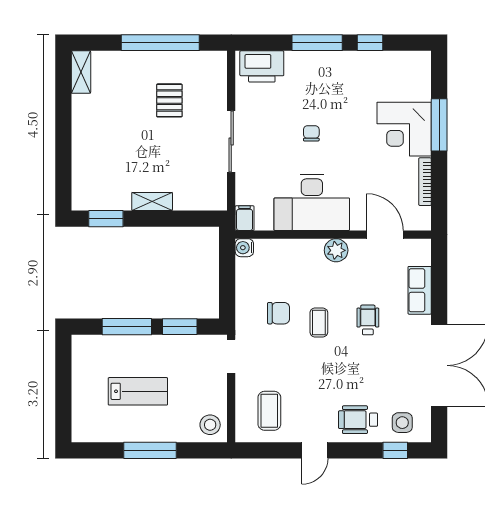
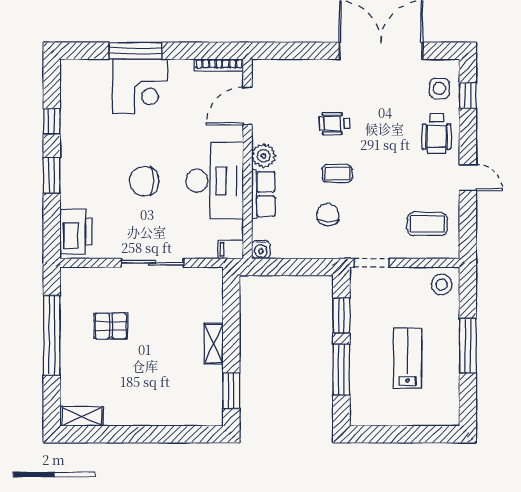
window: (317, 43) -> (52, 175), width x0.69
chair: (311, 133) -> (144, 181), width x1.87, depth x1.87
bookcase: (425, 182) -> (219, 65), moved
row of seats: (420, 290) -> (263, 194), moved, turned -90

